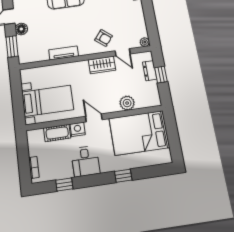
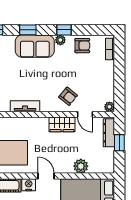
dresser: (150, 71) -> (109, 133), width x1.44

